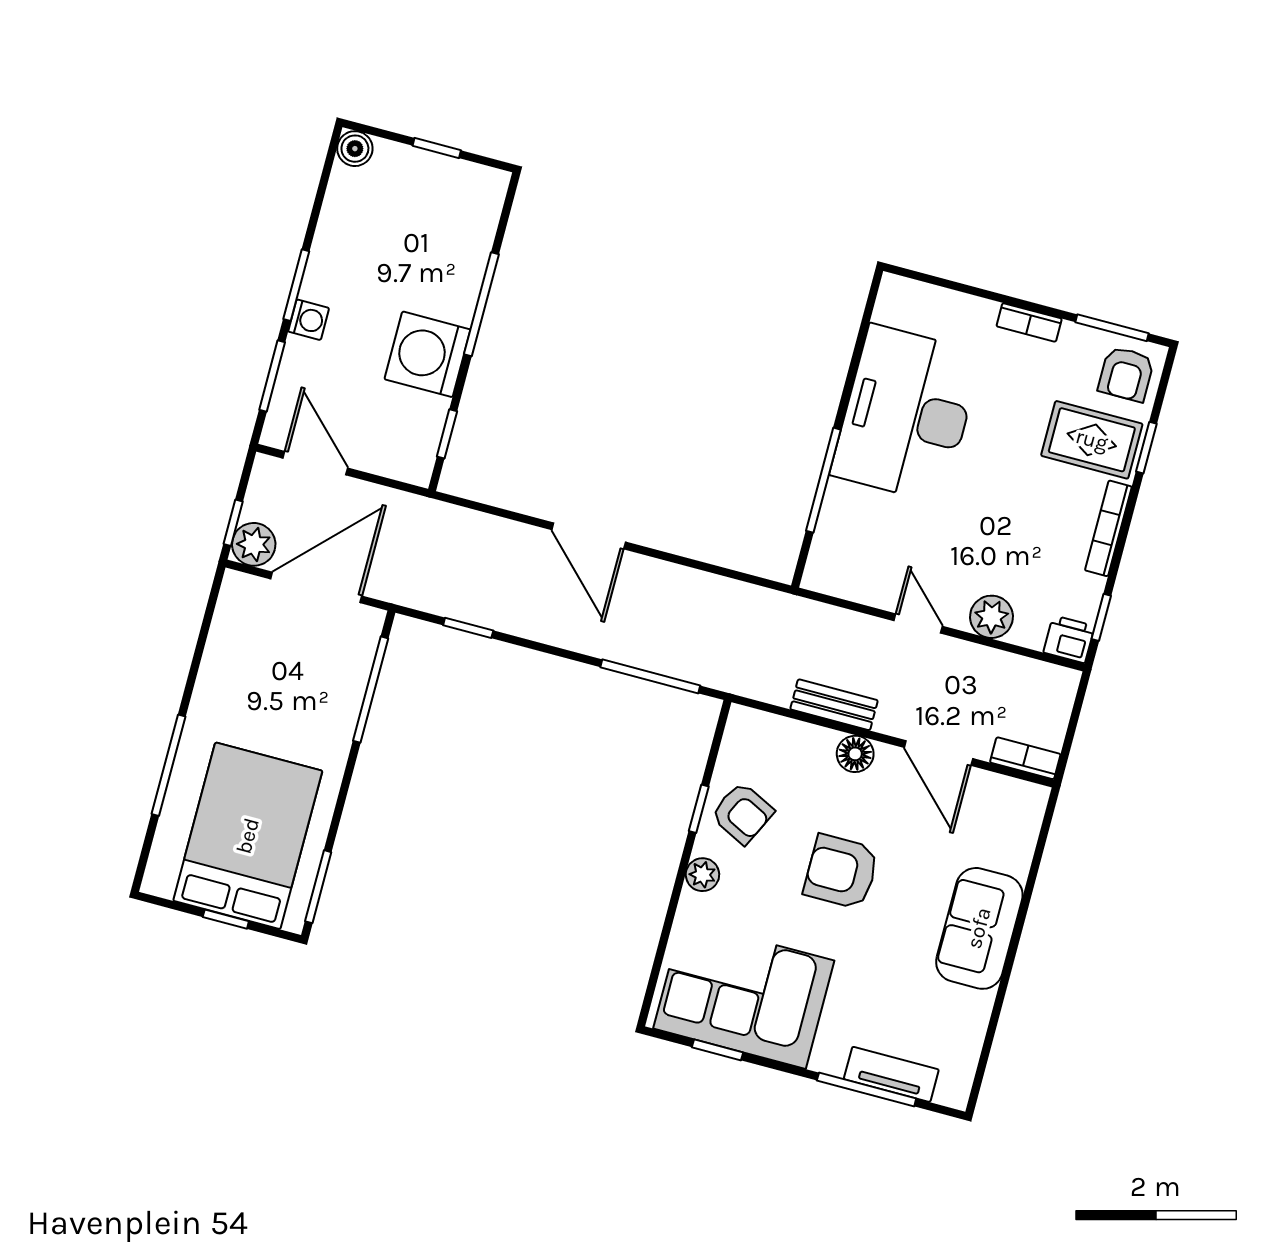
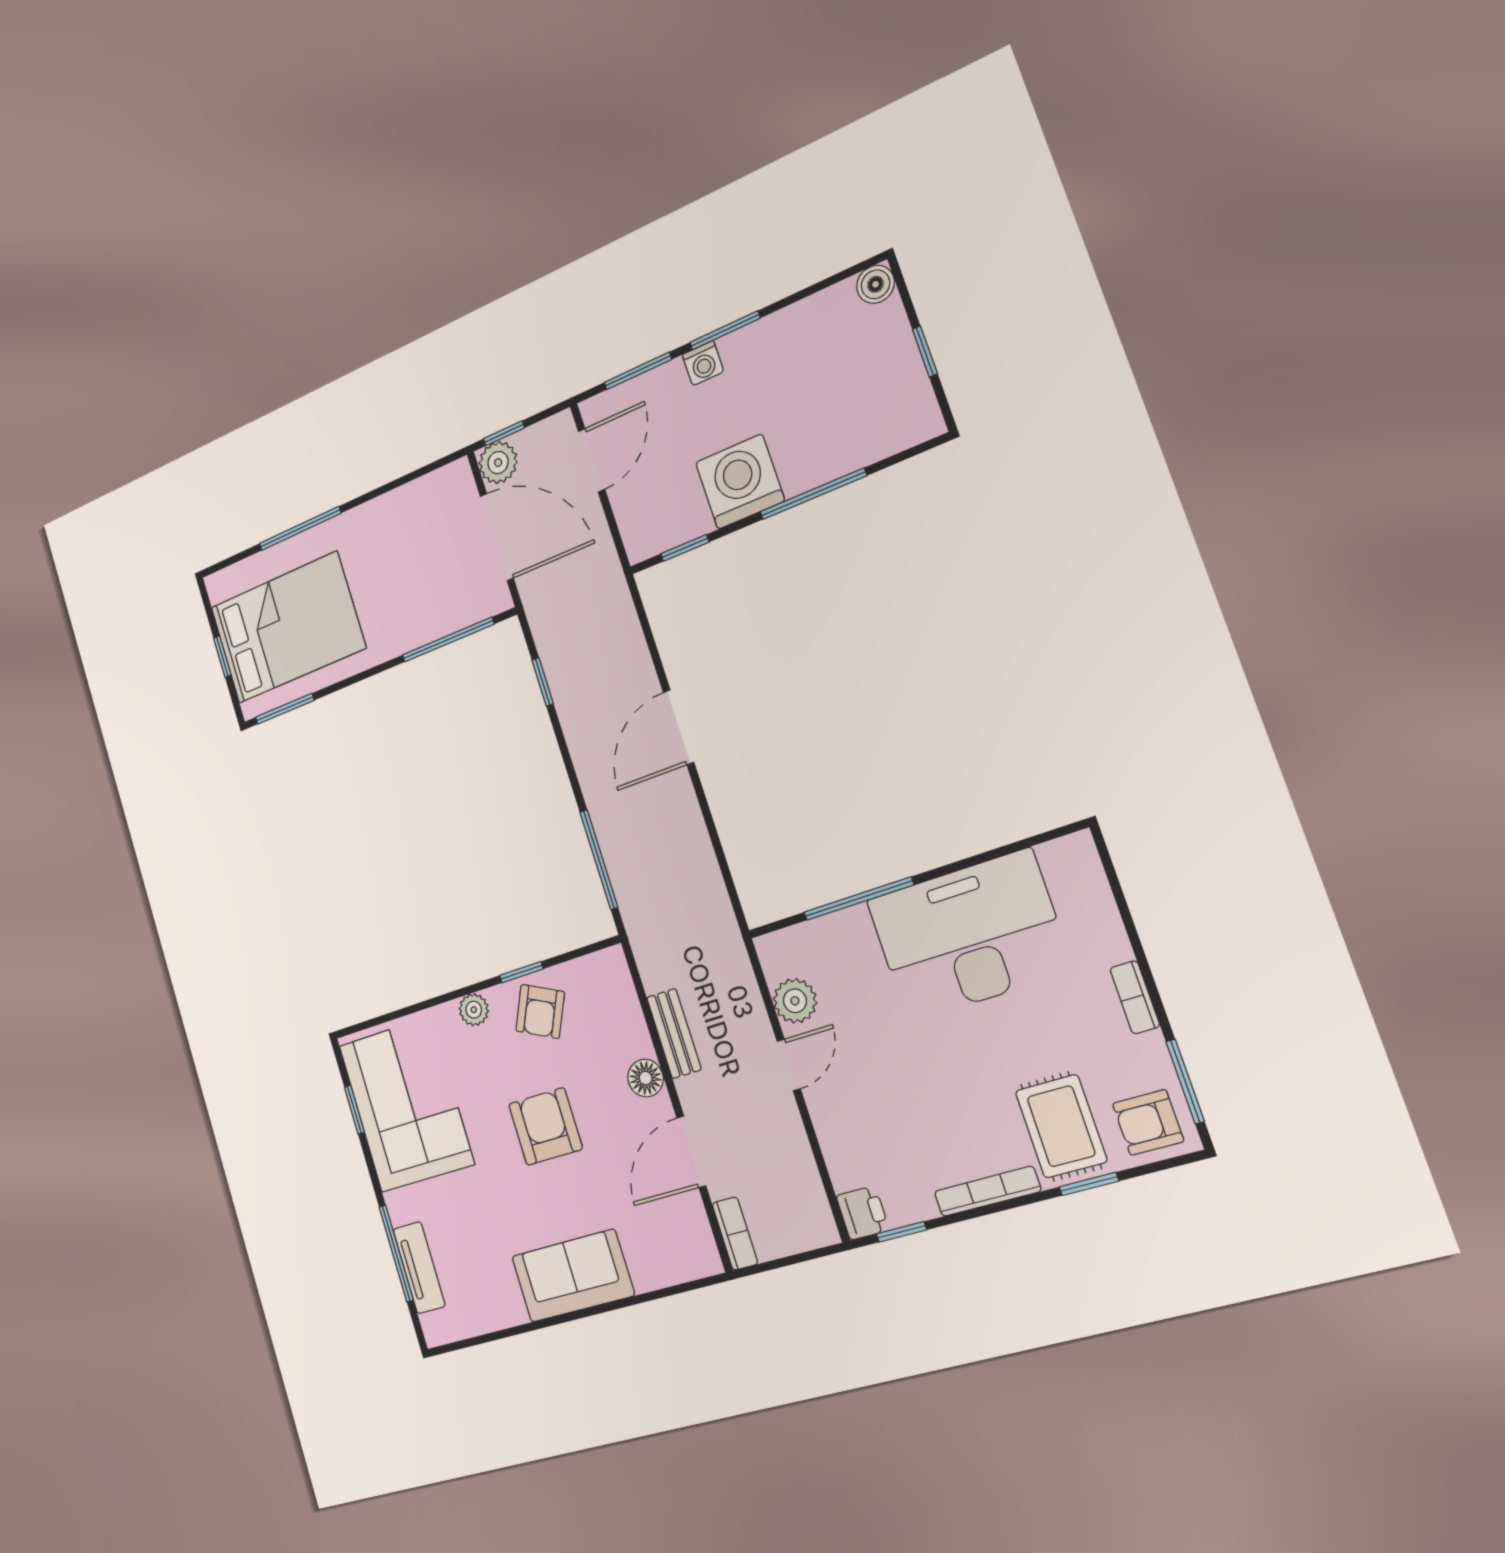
plant: (991, 617) -> (795, 1001), moved

